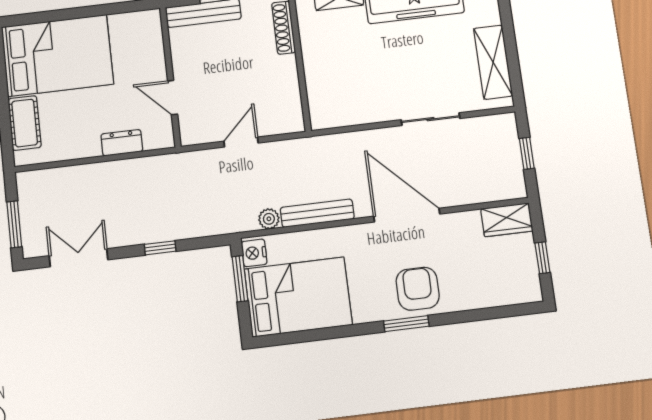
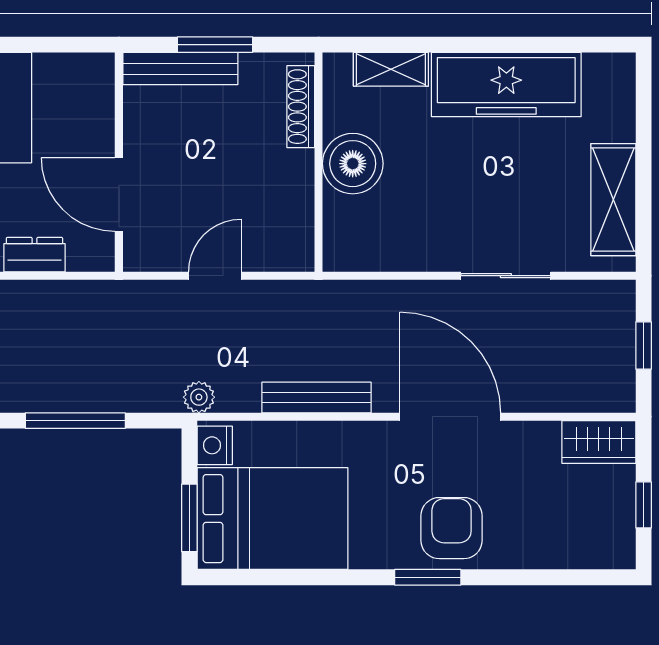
boiler: (322, 60) -> (353, 164), added
door: (173, 98) -> (119, 194), width x1.38
plant: (269, 219) -> (199, 397), moved
window: (160, 248) -> (75, 421), width x2.17
window: (240, 279) -> (189, 518), moved

